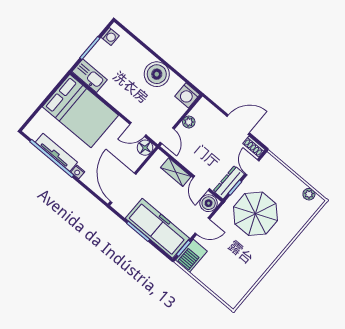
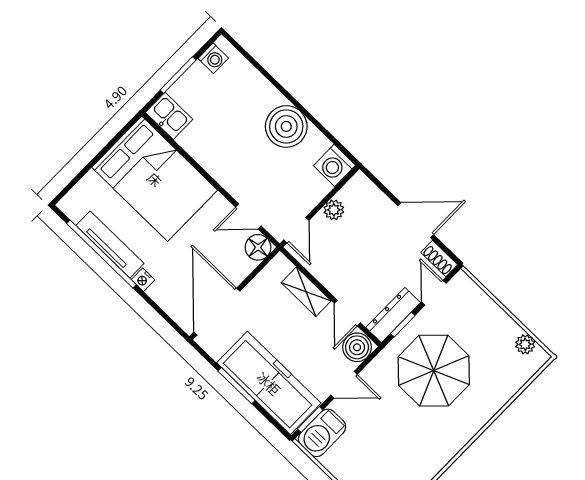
kitchen sink: (90, 76) -> (169, 116), width x0.73

